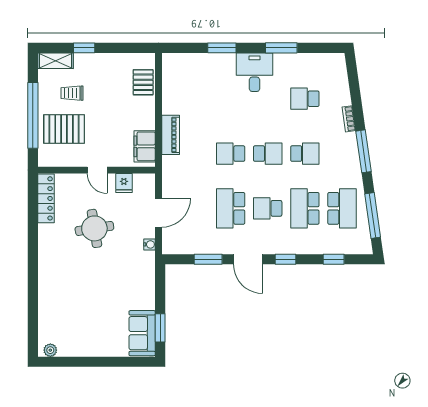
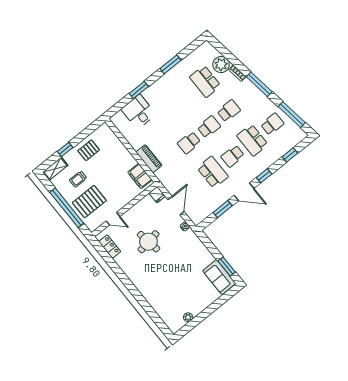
desk: (255, 72) -> (138, 112), moved
pallet: (143, 82) -> (89, 150), moved, turned 90
plant: (338, 94) -> (221, 65), added
school desk: (305, 99) -> (205, 81), width x1.85
door: (97, 170) -> (113, 219), moved
fridge: (124, 183) -> (157, 195), moved
locker: (46, 198) -> (110, 247), width x0.66
school desk: (231, 208) -> (213, 172), turned 180
school desk: (342, 208) -> (272, 124), width x0.54
plant: (50, 350) -> (188, 317), moved

